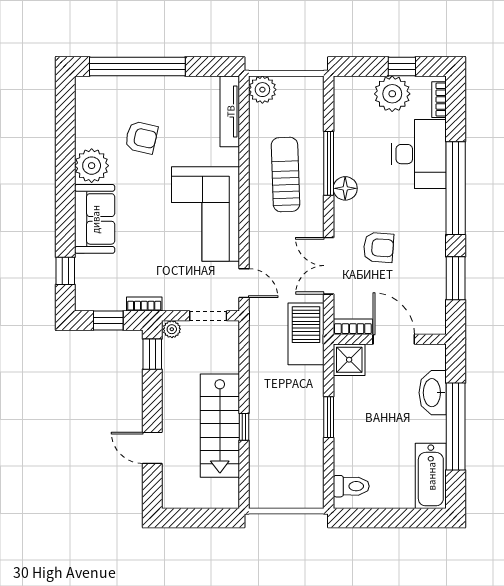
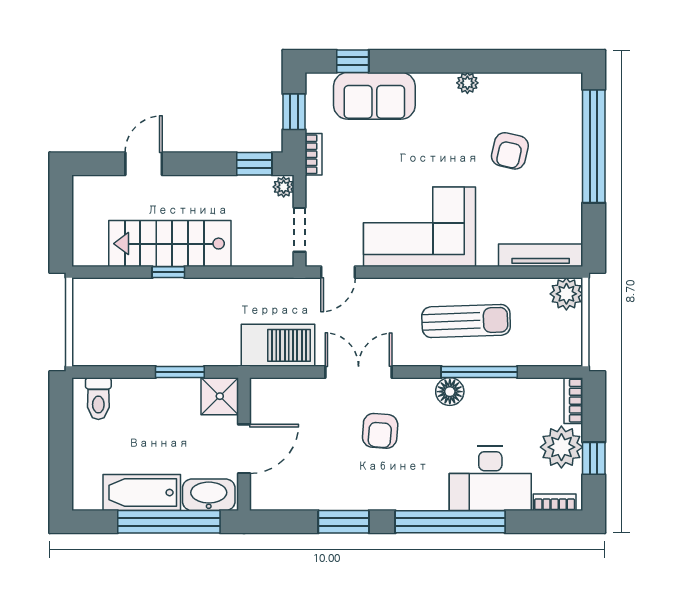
plant: (92, 166) -> (467, 83), width x0.53, depth x0.53
sofa: (95, 219) -> (374, 96), moved
bookcase: (353, 327) -> (573, 401), moved, turned 180
wall: (390, 339) -> (244, 444), moved
door: (394, 339) -> (244, 449), moved
shower: (349, 360) -> (220, 396), moved
bathtub: (431, 476) -> (142, 493), moved

